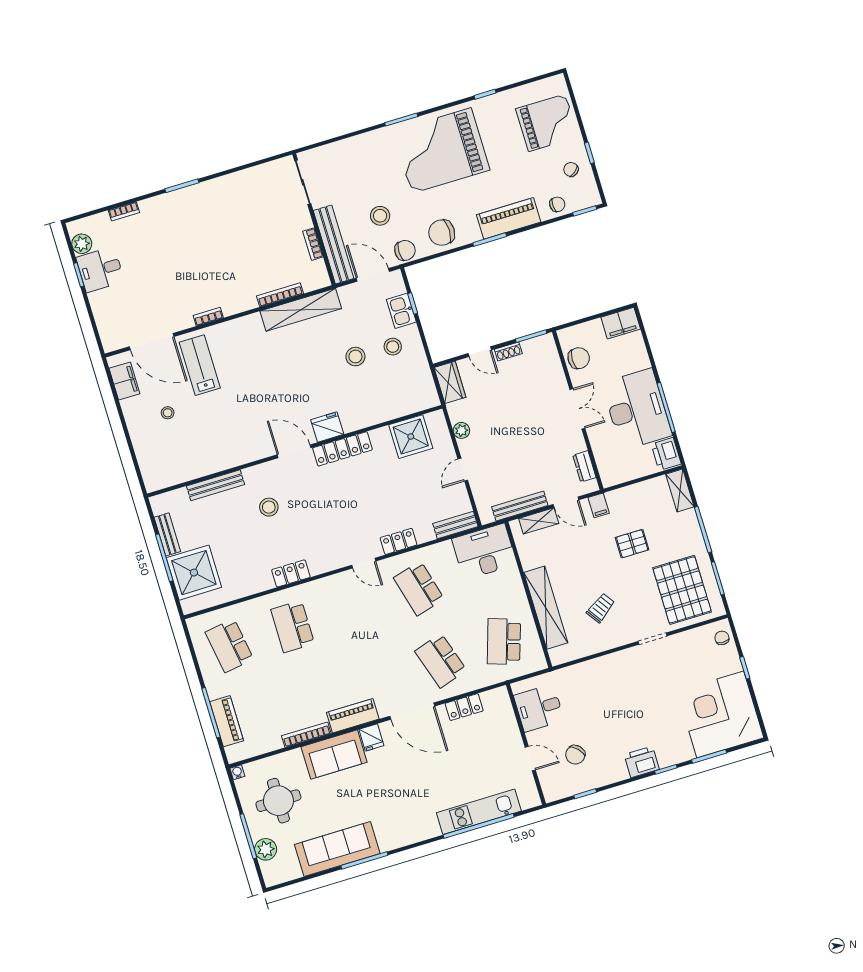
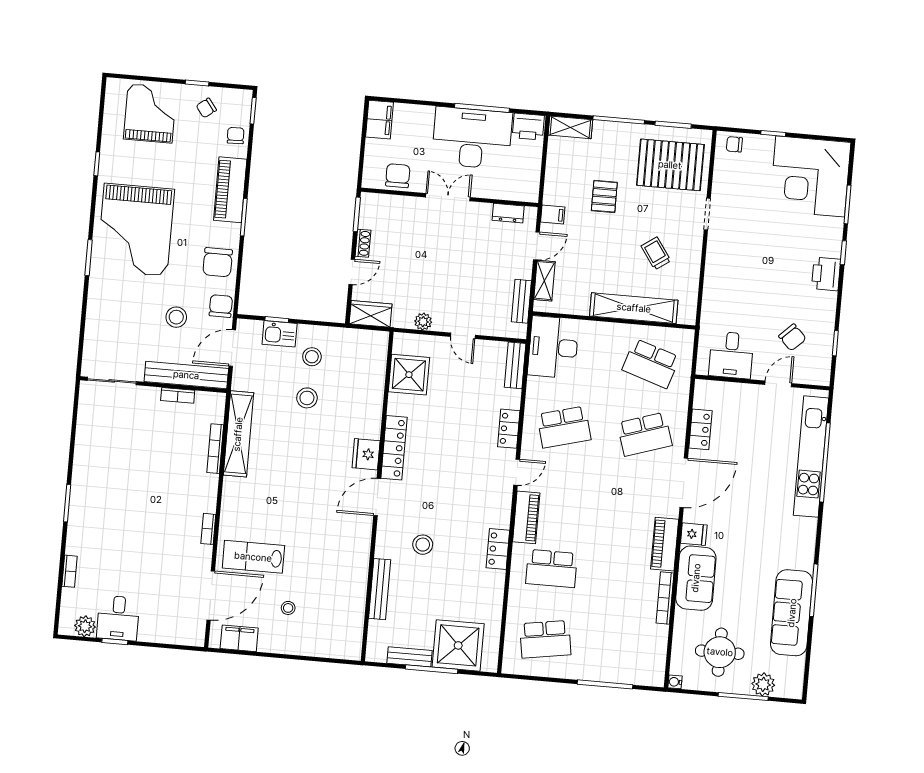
bench: (520, 506) -> (521, 301), width x0.73
piano: (227, 721) -> (526, 517), moved, turned 90
kitchen unit: (479, 812) -> (811, 457), width x1.36

